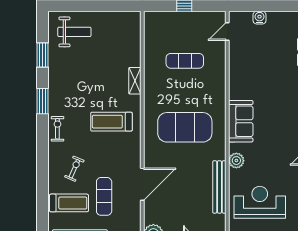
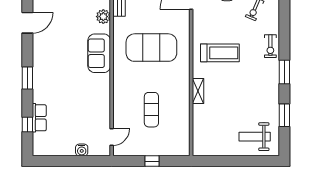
exercise mat: (185, 61) -> (151, 110), turned 90

